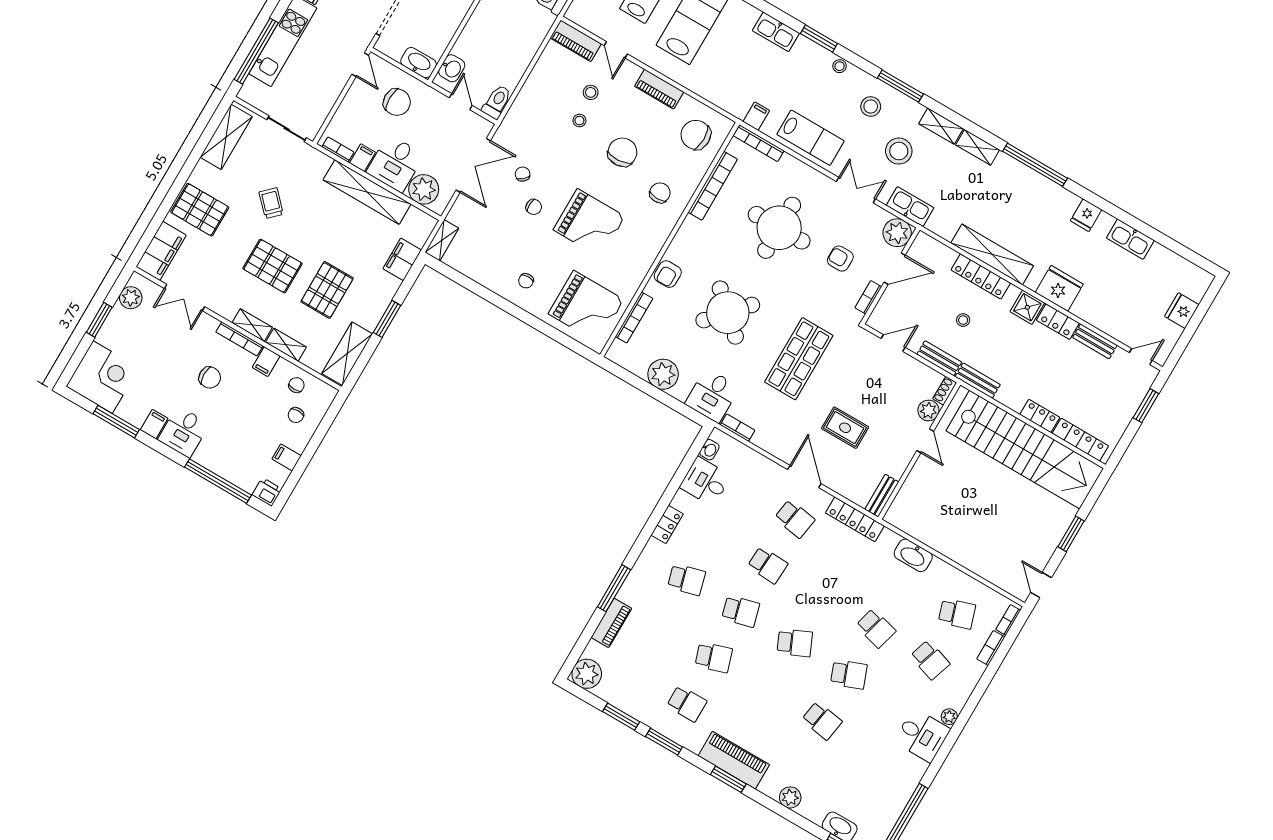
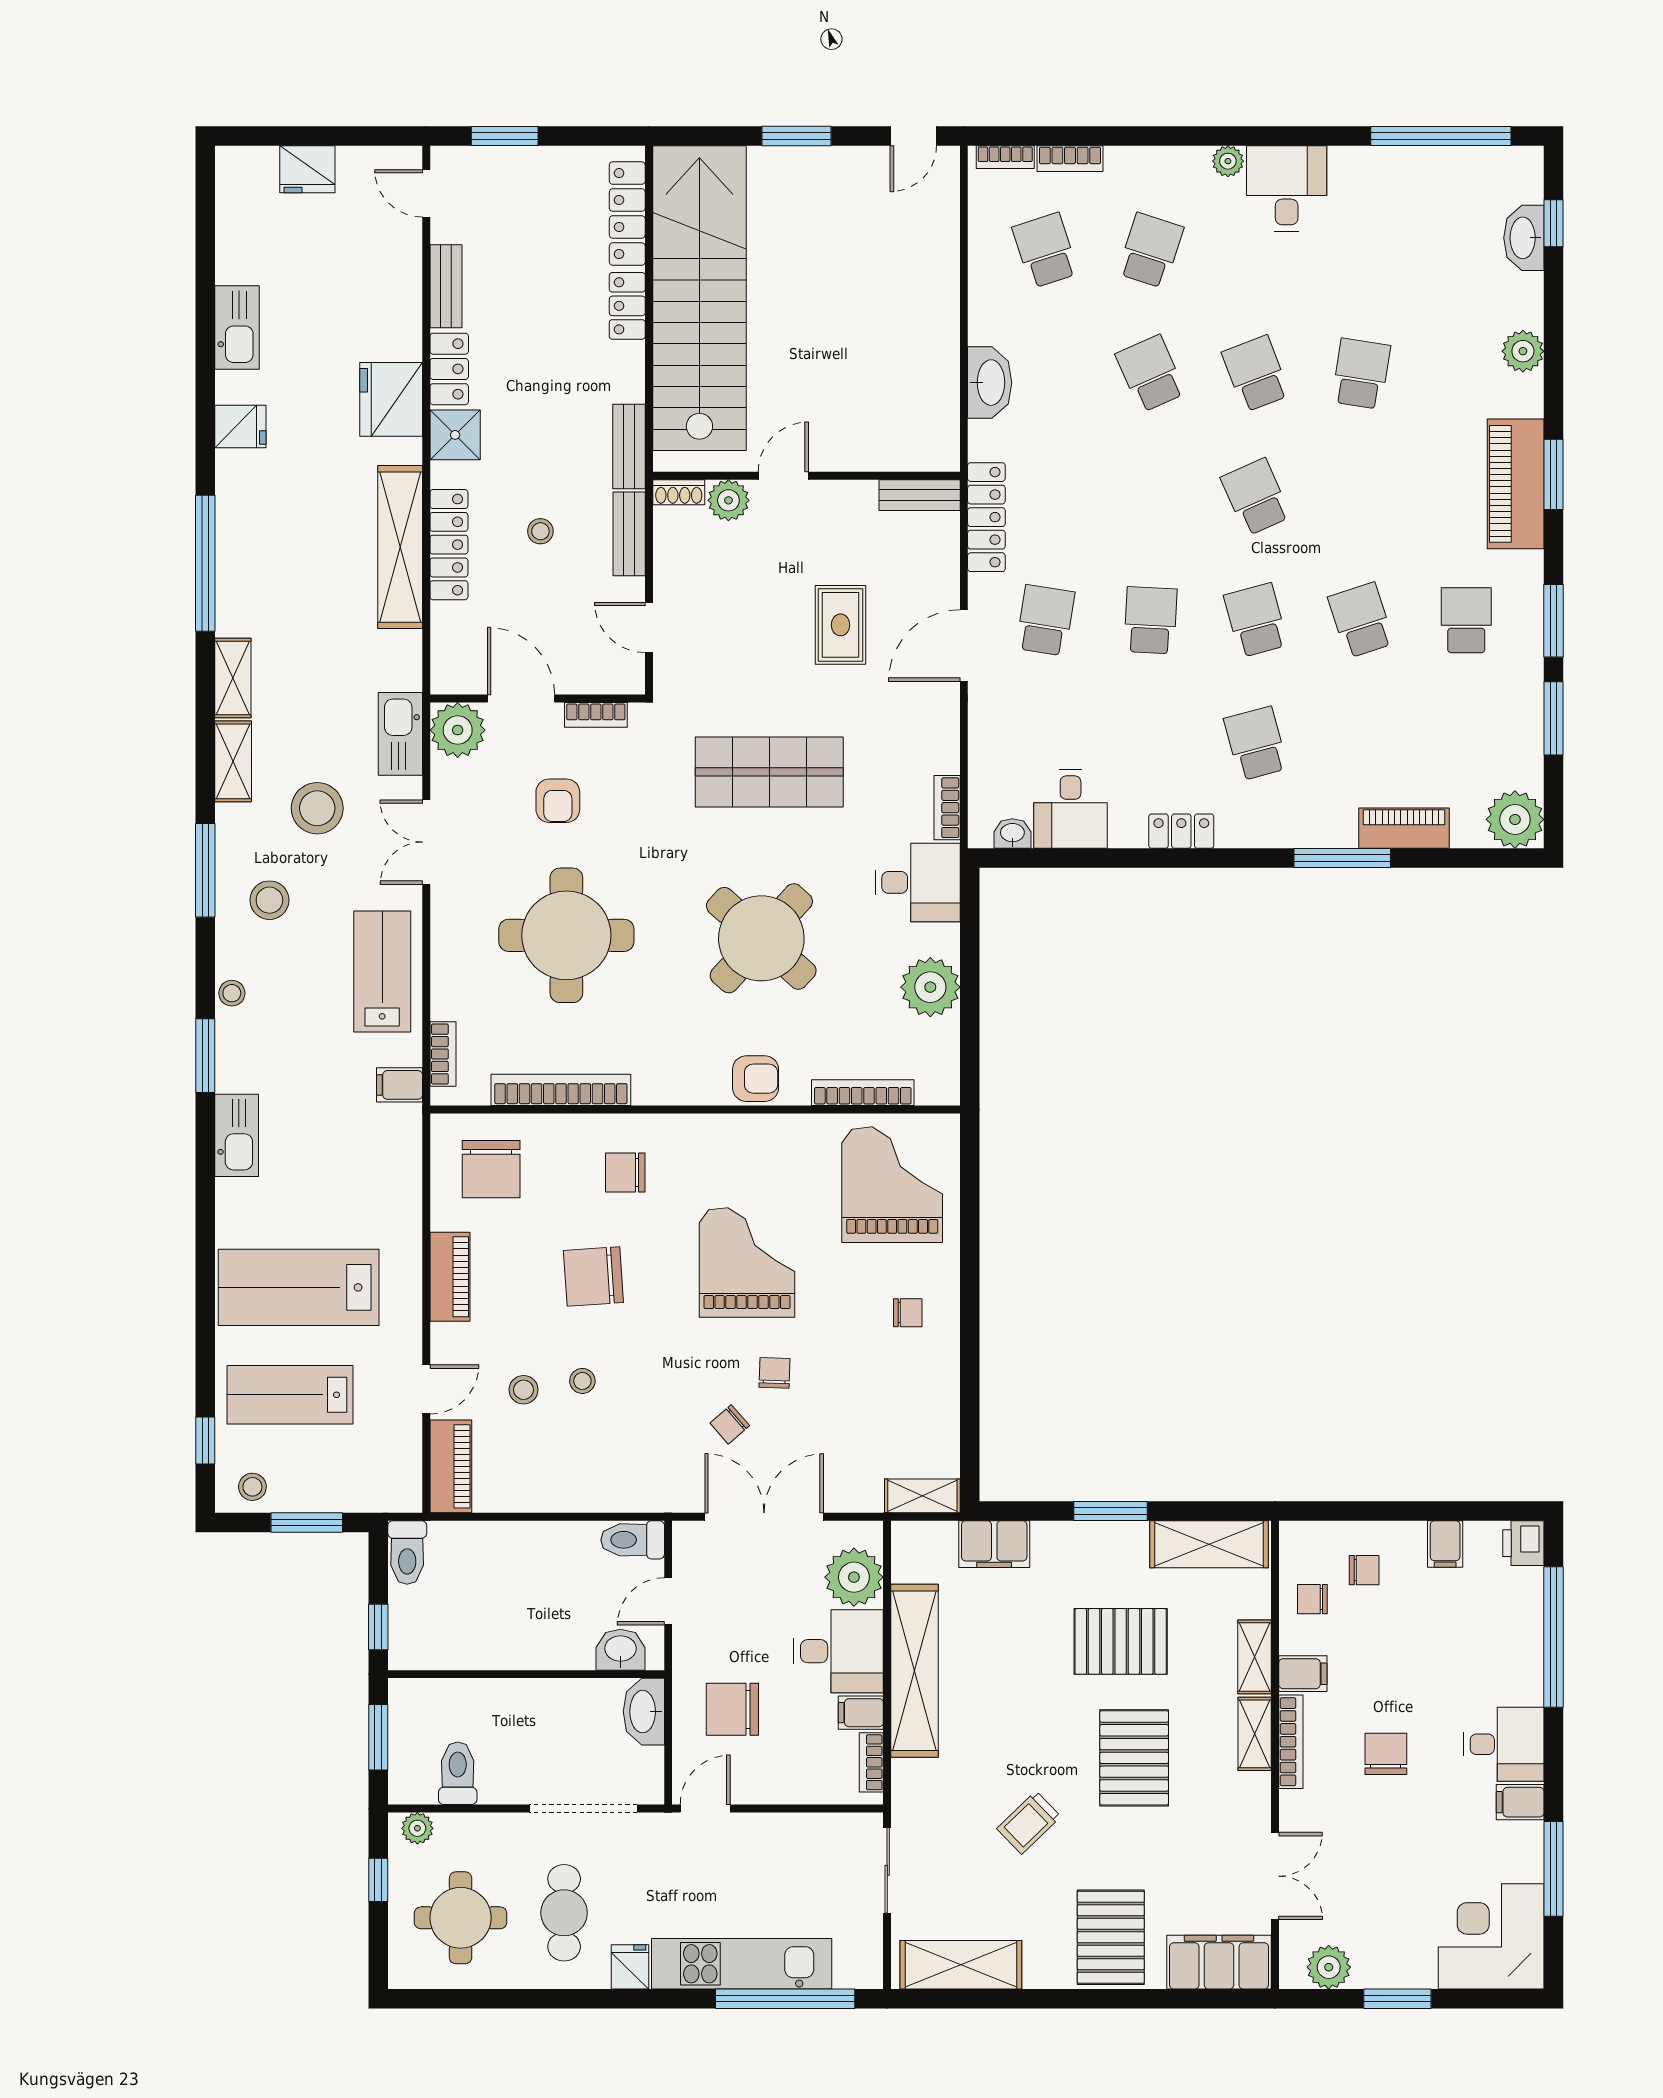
chair: (397, 102) -> (732, 1709), turned -90
bookcase: (759, 143) -> (443, 1054), width x0.64
school desk: (876, 628) -> (1151, 374), turned -39

